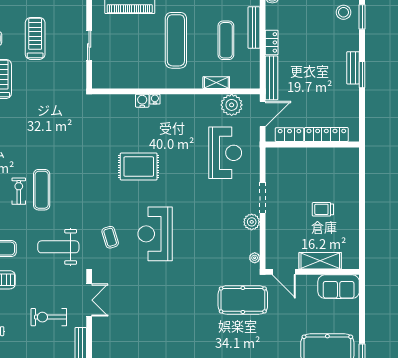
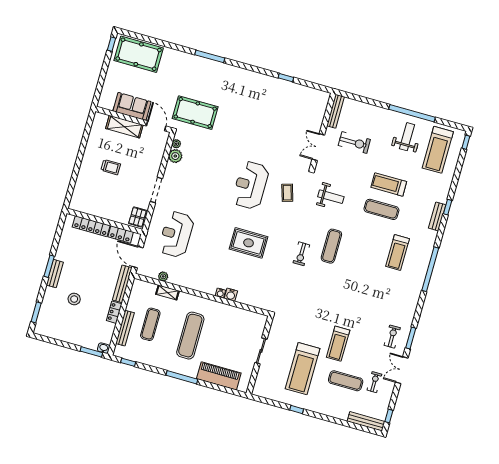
stool: (343, 12) -> (74, 299), moved
treadmill: (35, 38) -> (303, 369), width x1.37, depth x1.38
plant: (232, 105) -> (163, 276), width x0.53, depth x0.53
door: (263, 114) -> (137, 257), hinge flipped
pallet: (276, 160) -> (138, 217), added
exercise bike: (19, 191) -> (301, 254), moved
plant: (252, 222) -> (175, 156), moved
reception desk: (155, 234) -> (251, 185), turned 180
weight bench: (58, 247) -> (331, 197), width x0.73, depth x0.75
sofa: (339, 287) -> (132, 106), moved

